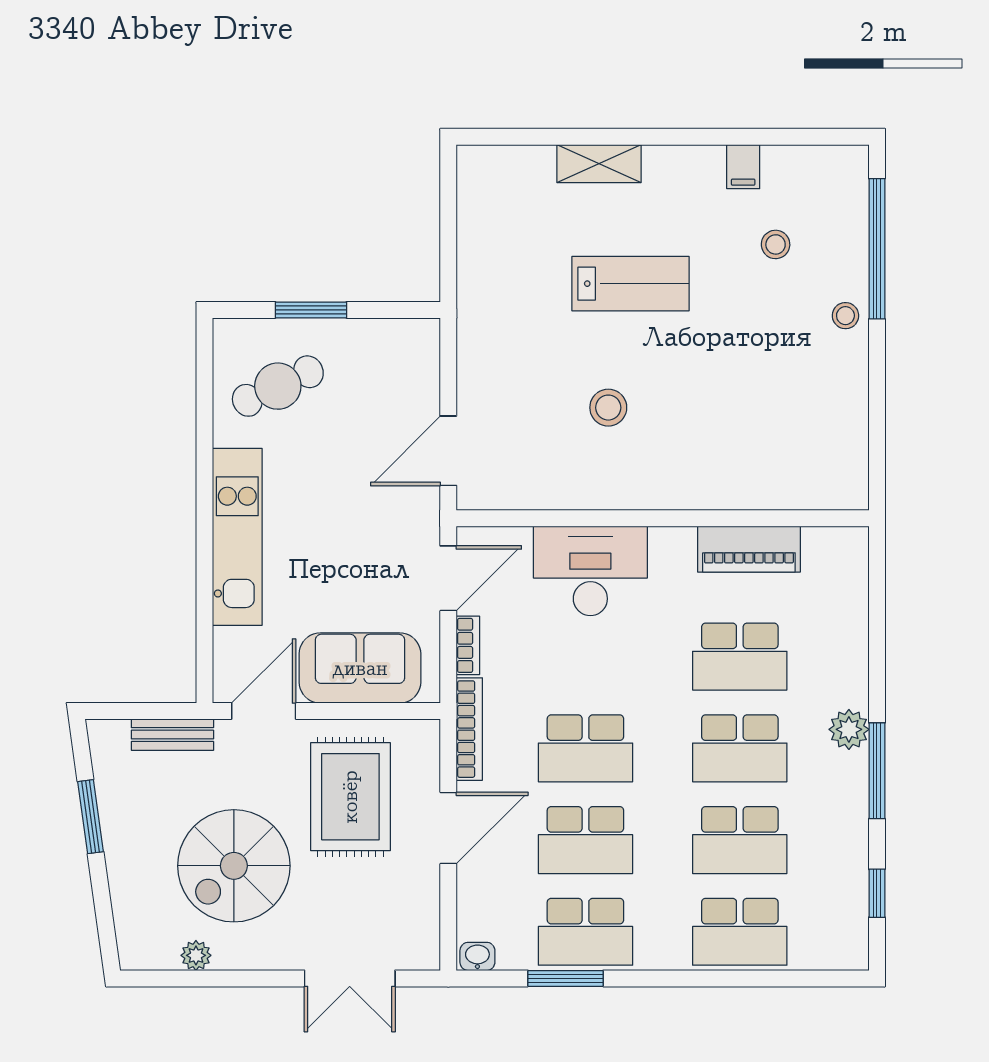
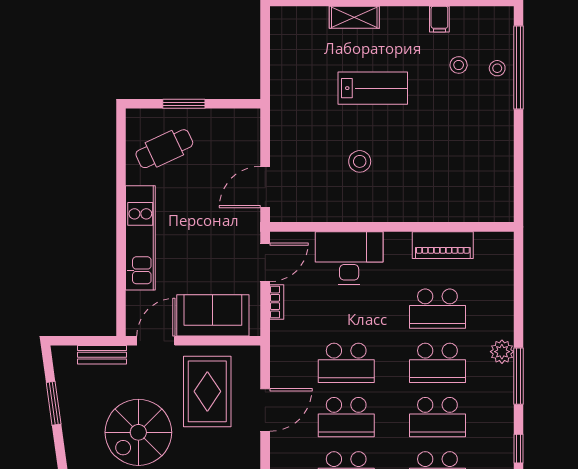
stool: (845, 316) -> (497, 68), moved
bookcase: (469, 729) -> (278, 351), removed

